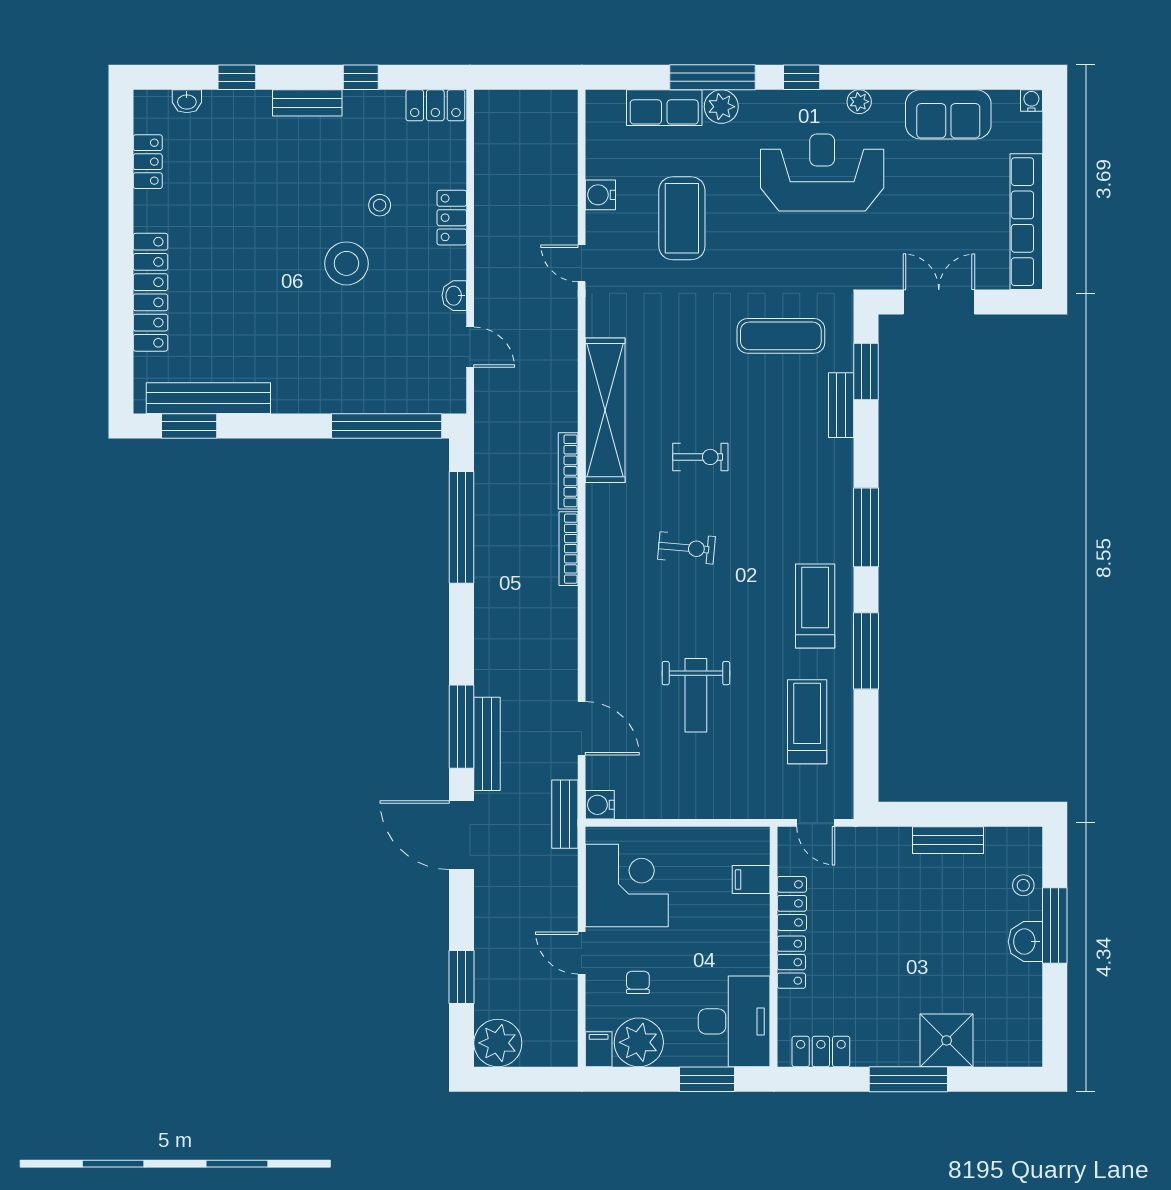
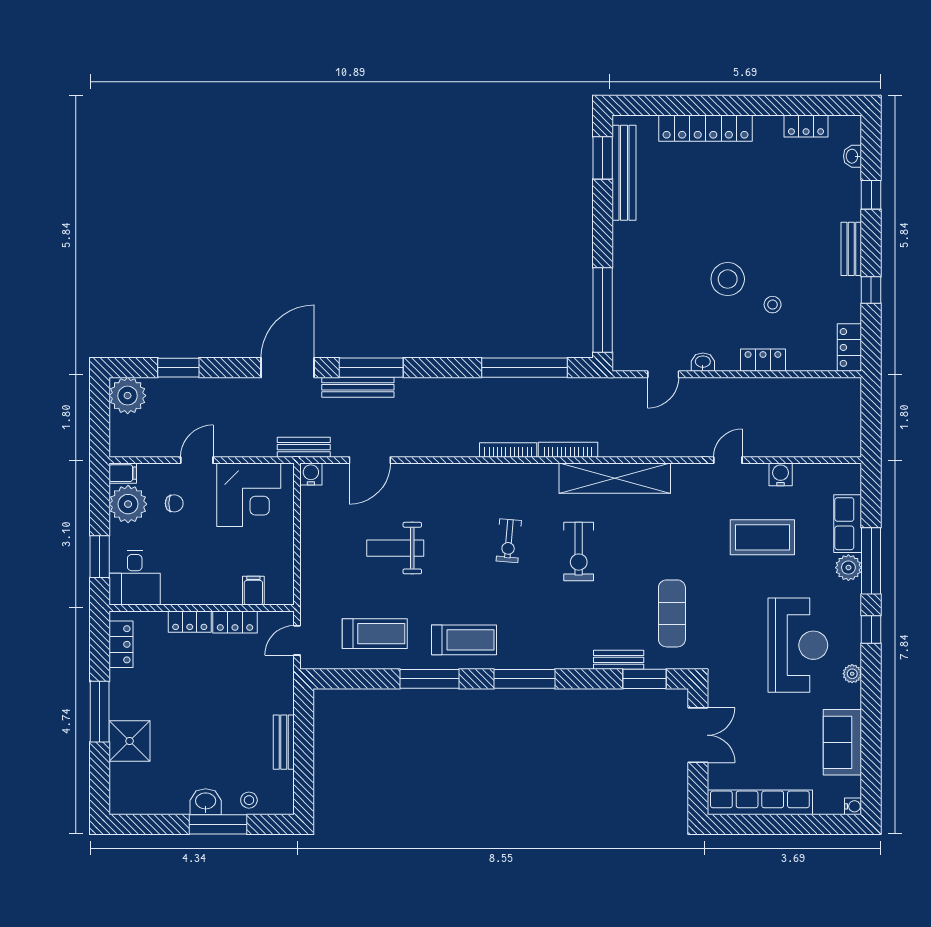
exercise bike: (700, 457) -> (579, 551), width x1.38, depth x1.39
desk: (734, 1021) -> (135, 578), width x0.73

